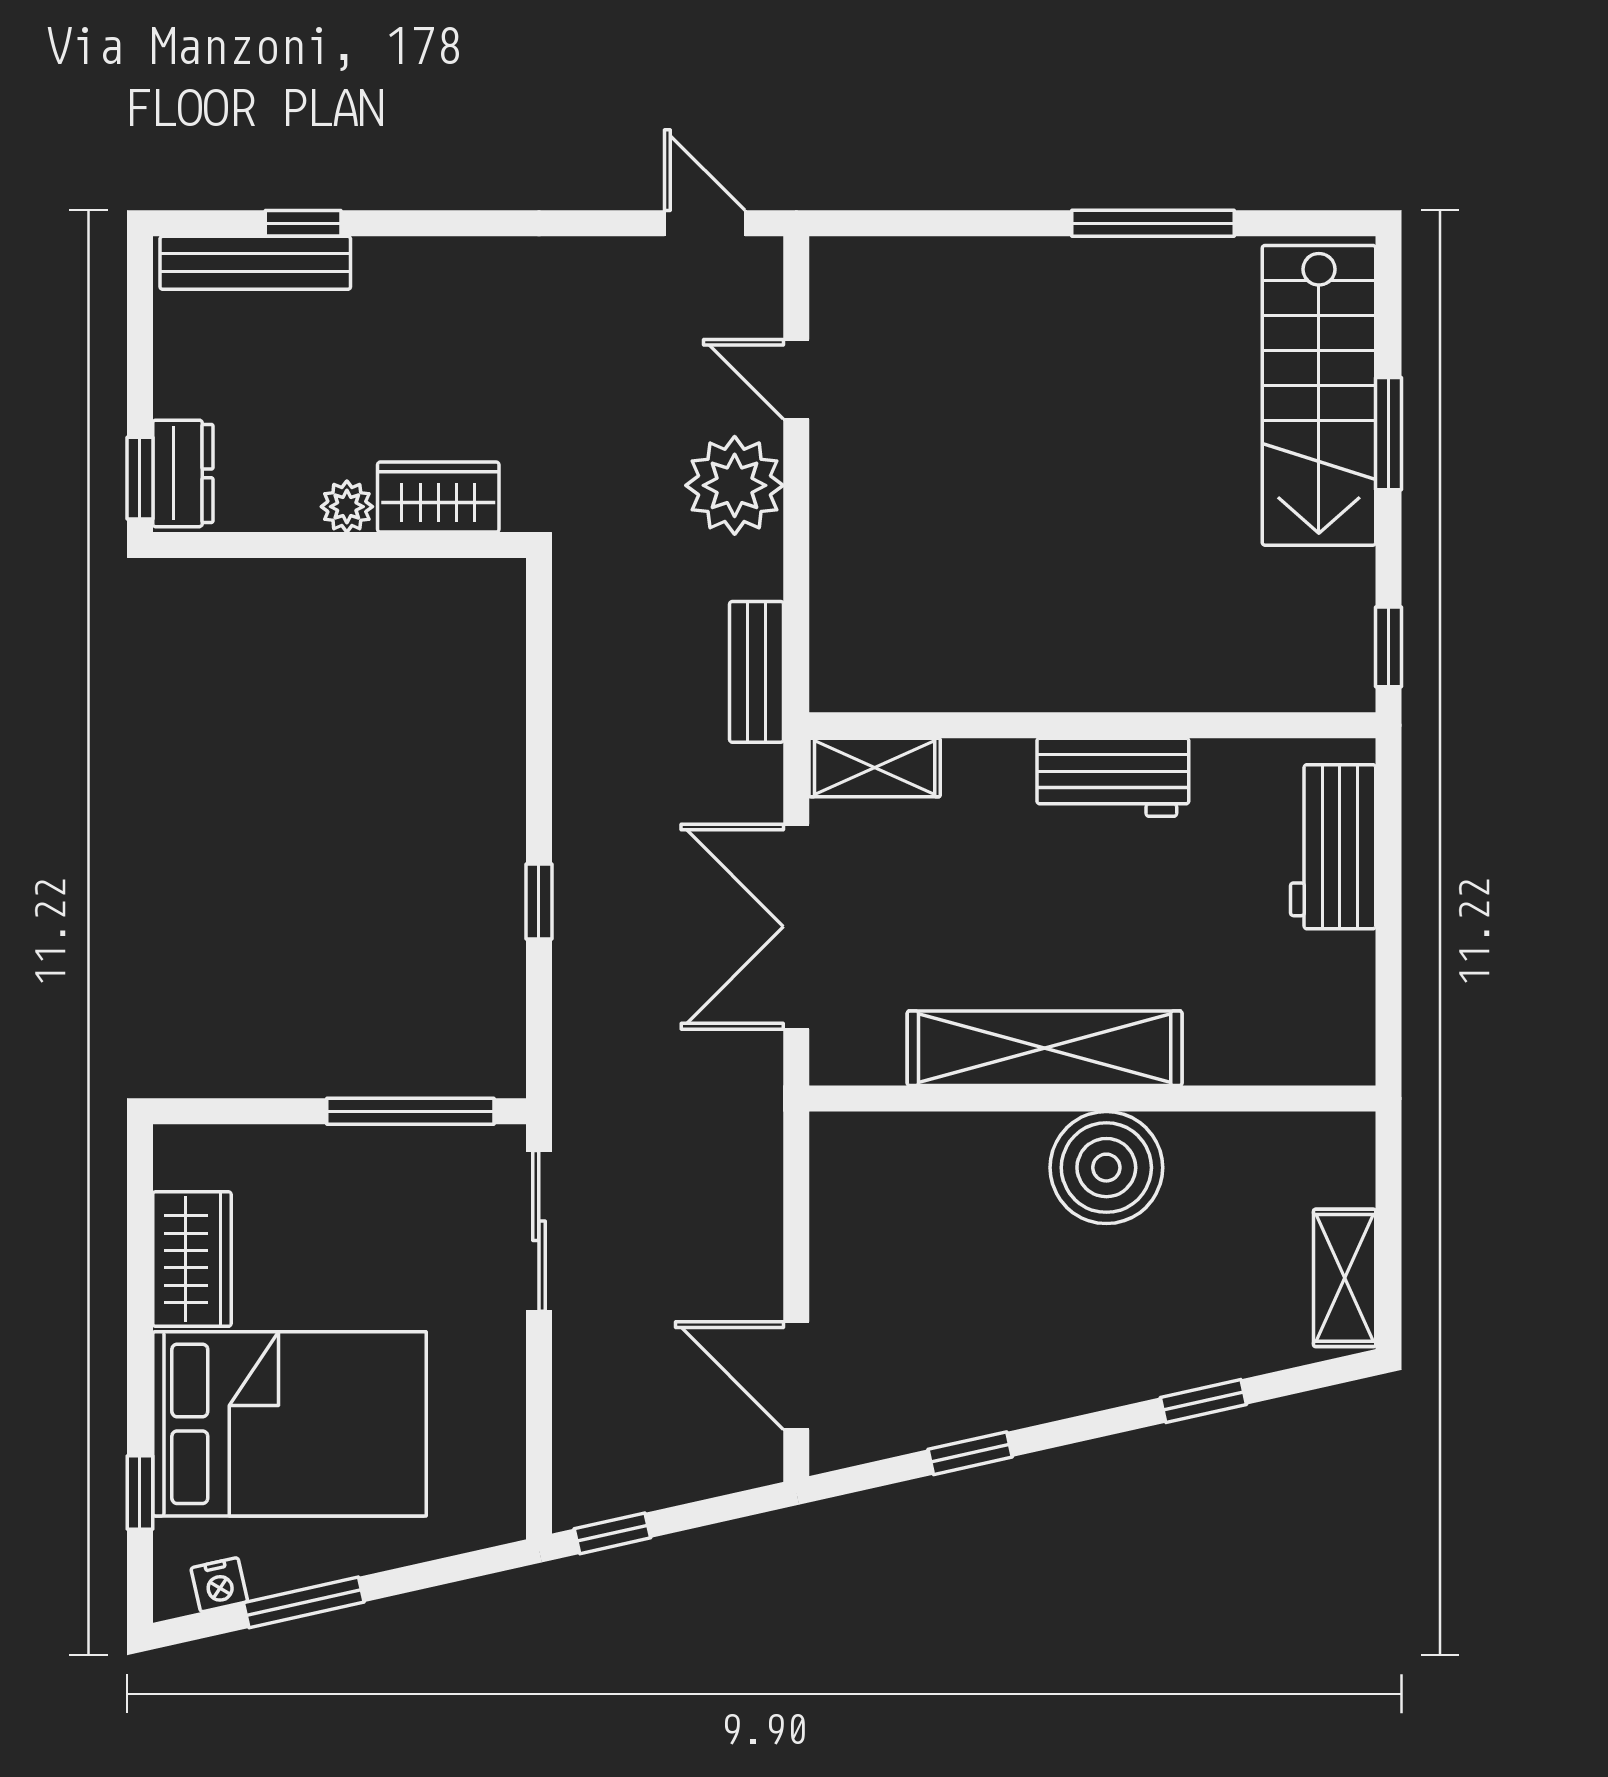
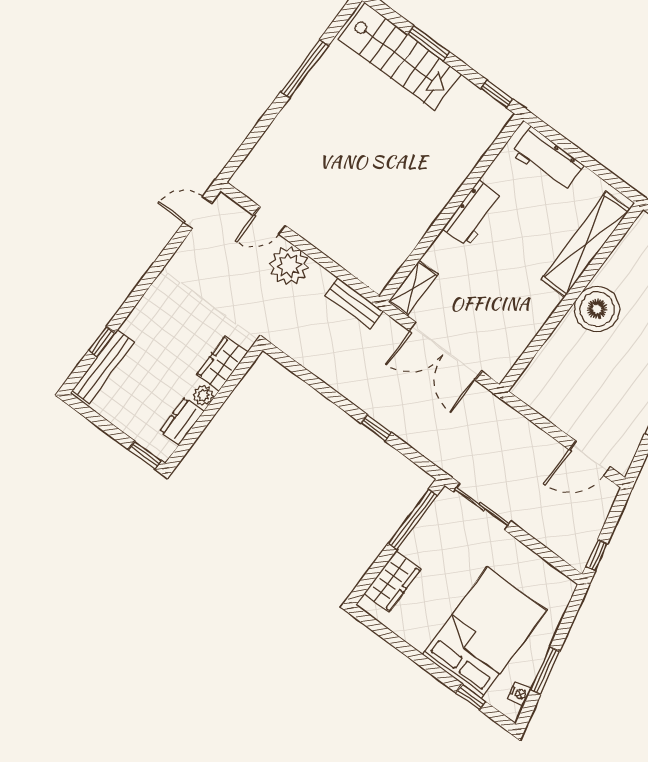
dresser: (183, 473) -> (182, 421), moved, turned -90
shelving: (1045, 1048) -> (586, 244), moved
wardrobe: (192, 1259) -> (393, 581), moved, turned 90

